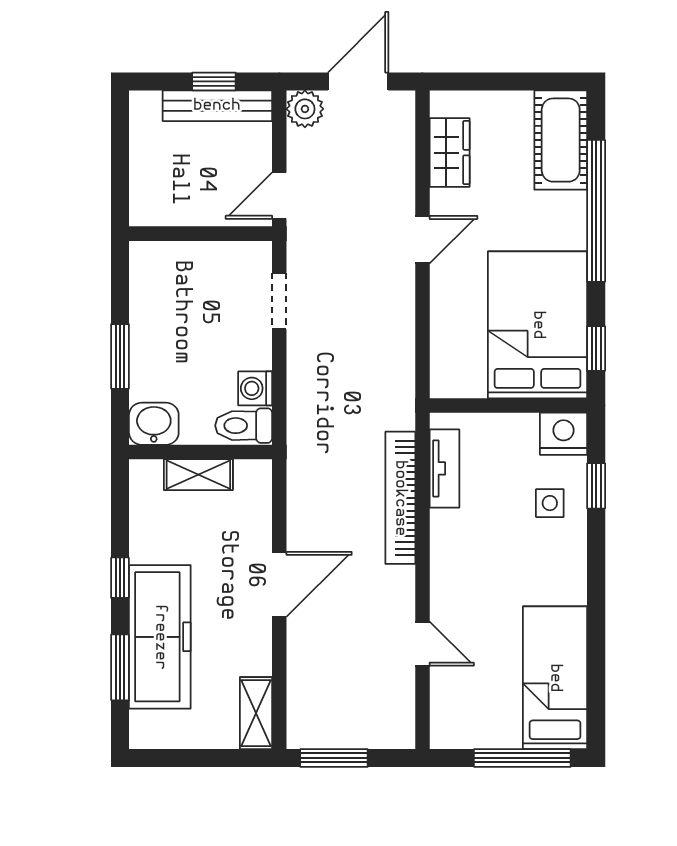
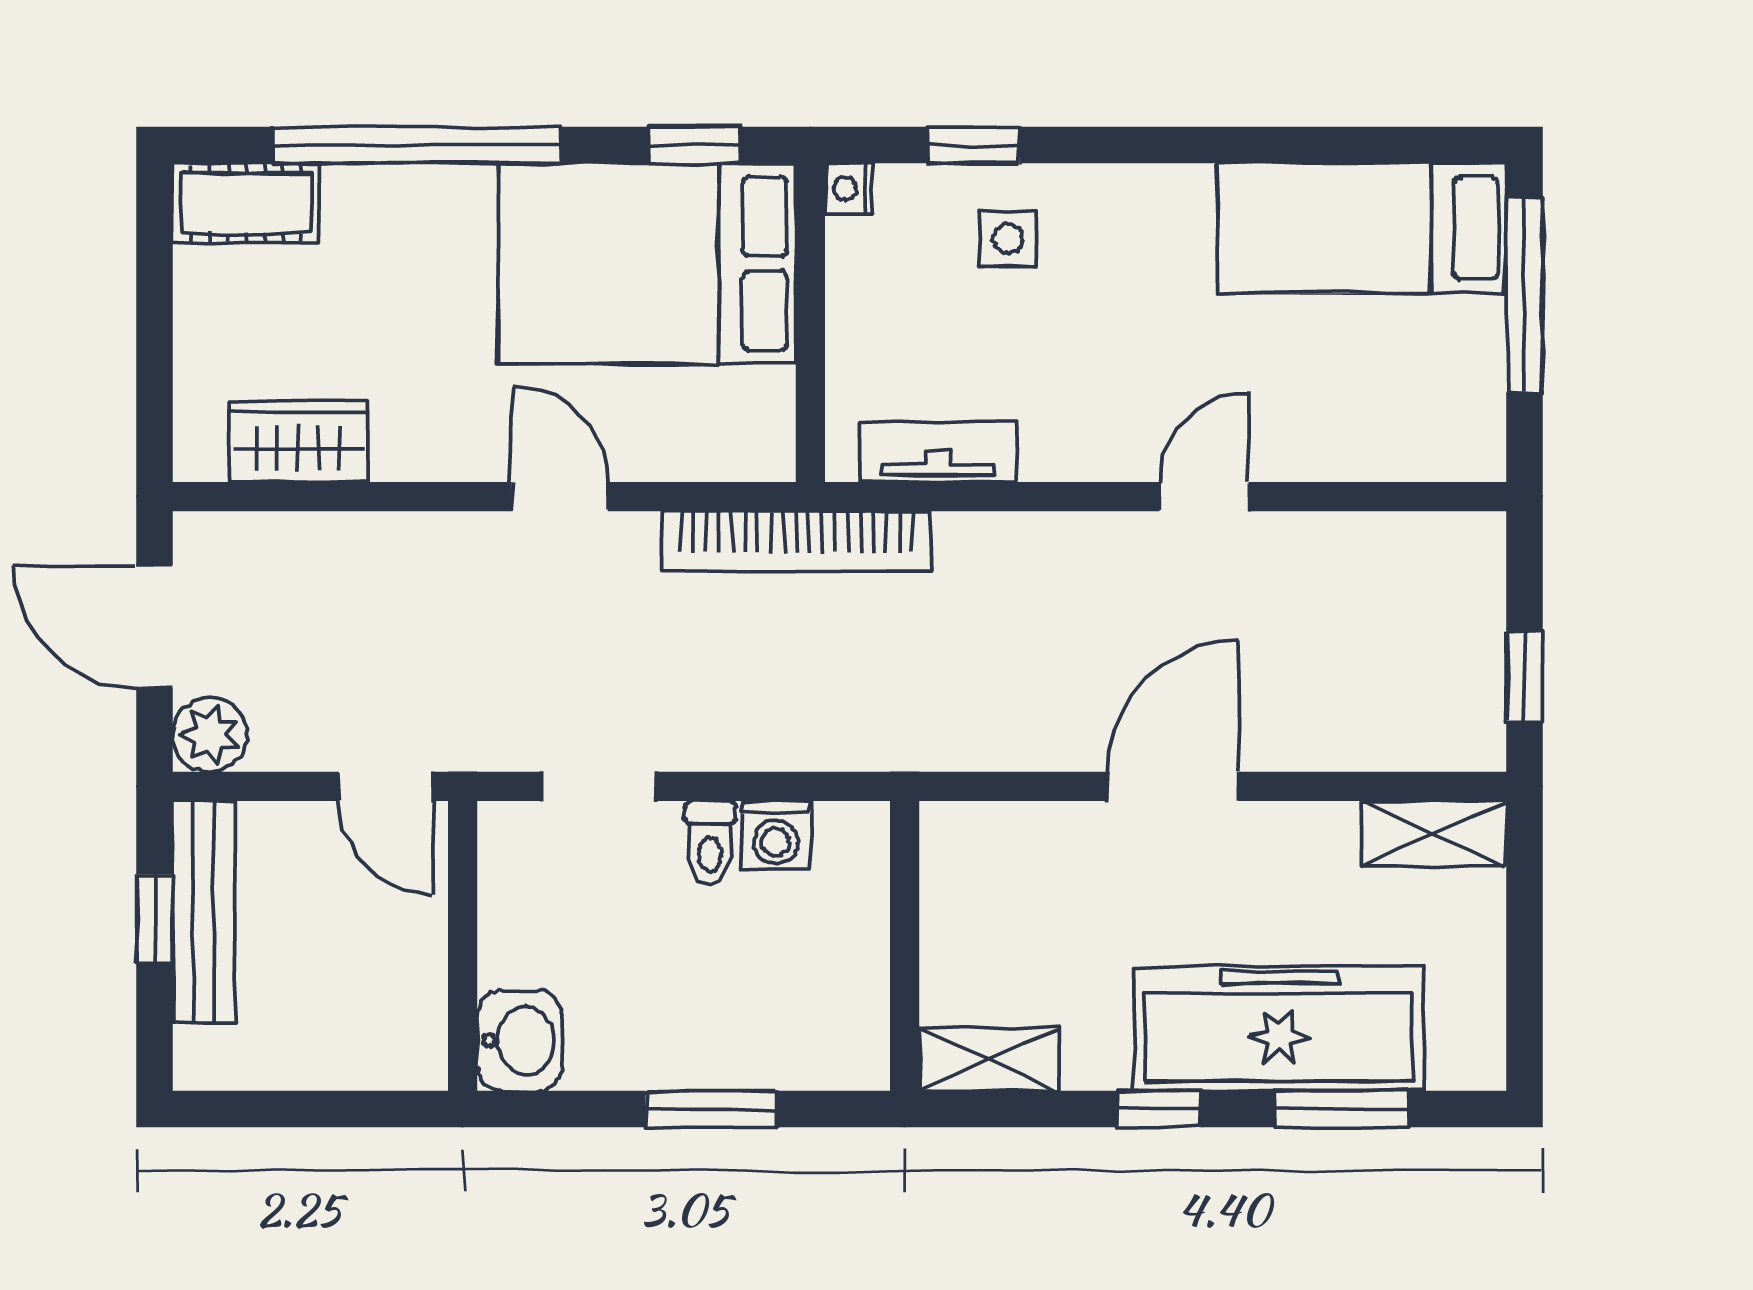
cot: (561, 140) -> (246, 203), width x0.73, depth x0.75
door: (422, 240) -> (560, 497), moved
washbasin: (154, 424) -> (520, 1041), moved, turned 180
toilet: (244, 426) -> (710, 843), moved, width x0.73, depth x0.72
nightstand: (564, 434) -> (849, 188), width x0.53, depth x0.56
shelving: (198, 475) -> (989, 1060), moved, turned 90
bookcase: (400, 498) -> (796, 541), moved
door: (279, 584) -> (1173, 786), hinge flipped
door: (422, 644) -> (1204, 497), moved
window: (334, 758) -> (1524, 676), width x0.67

